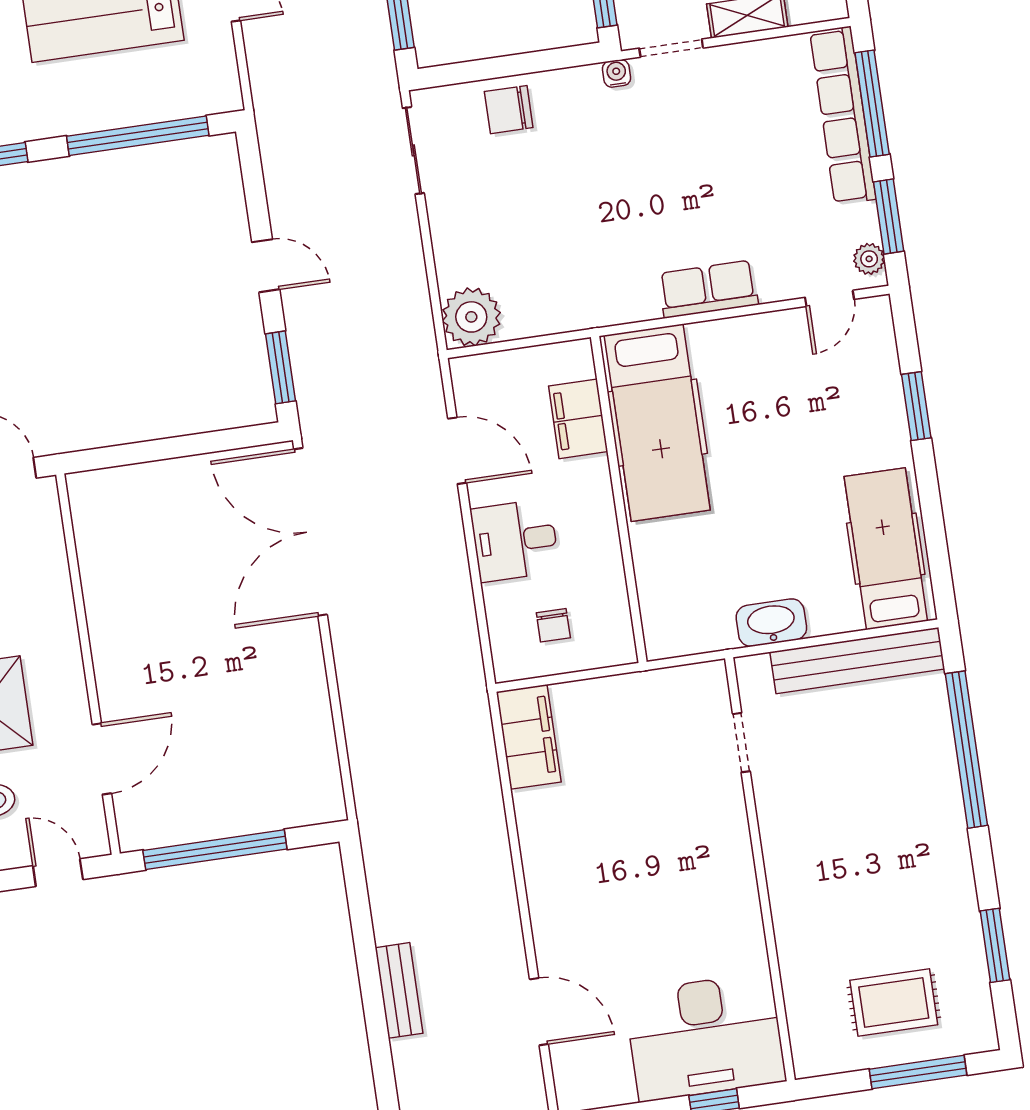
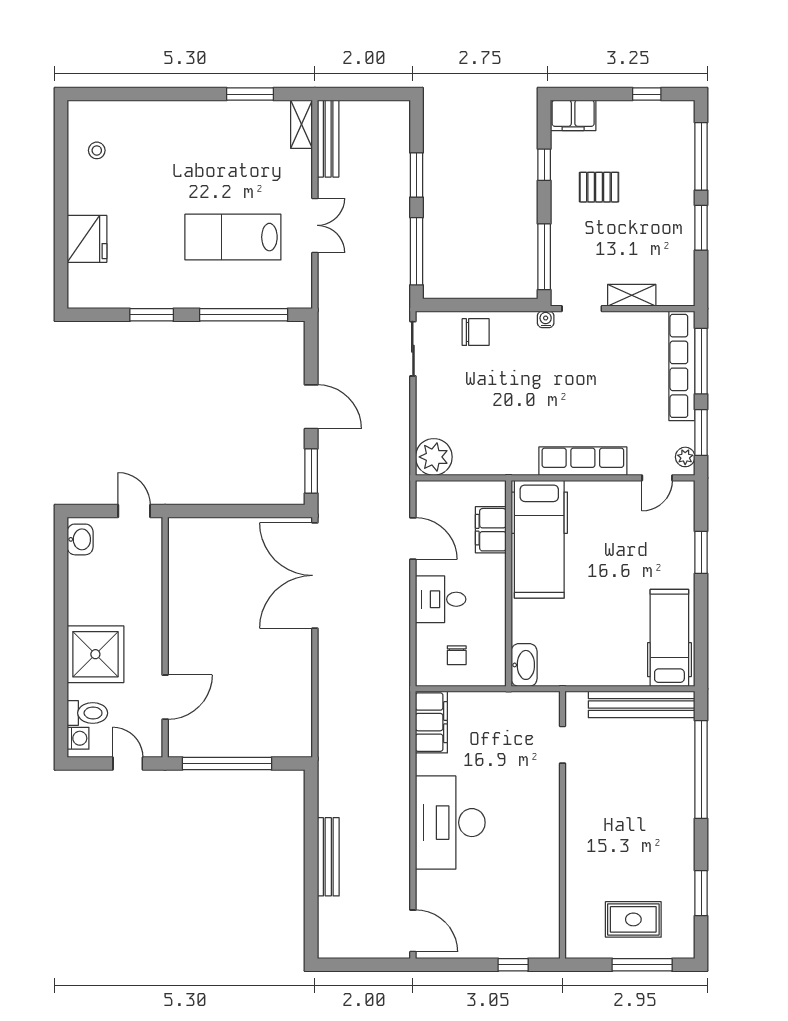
chair: (509, 110) -> (476, 332), turned 180
door: (266, 266) -> (311, 407), width x1.38
row of seats: (708, 289) -> (583, 461), width x1.48
washbasin: (771, 623) -> (524, 665), moved, turned 90
bench: (399, 990) -> (328, 857), width x1.36
door: (539, 1012) -> (413, 931), moved
desk: (705, 1037) -> (450, 823), moved, turned 90

